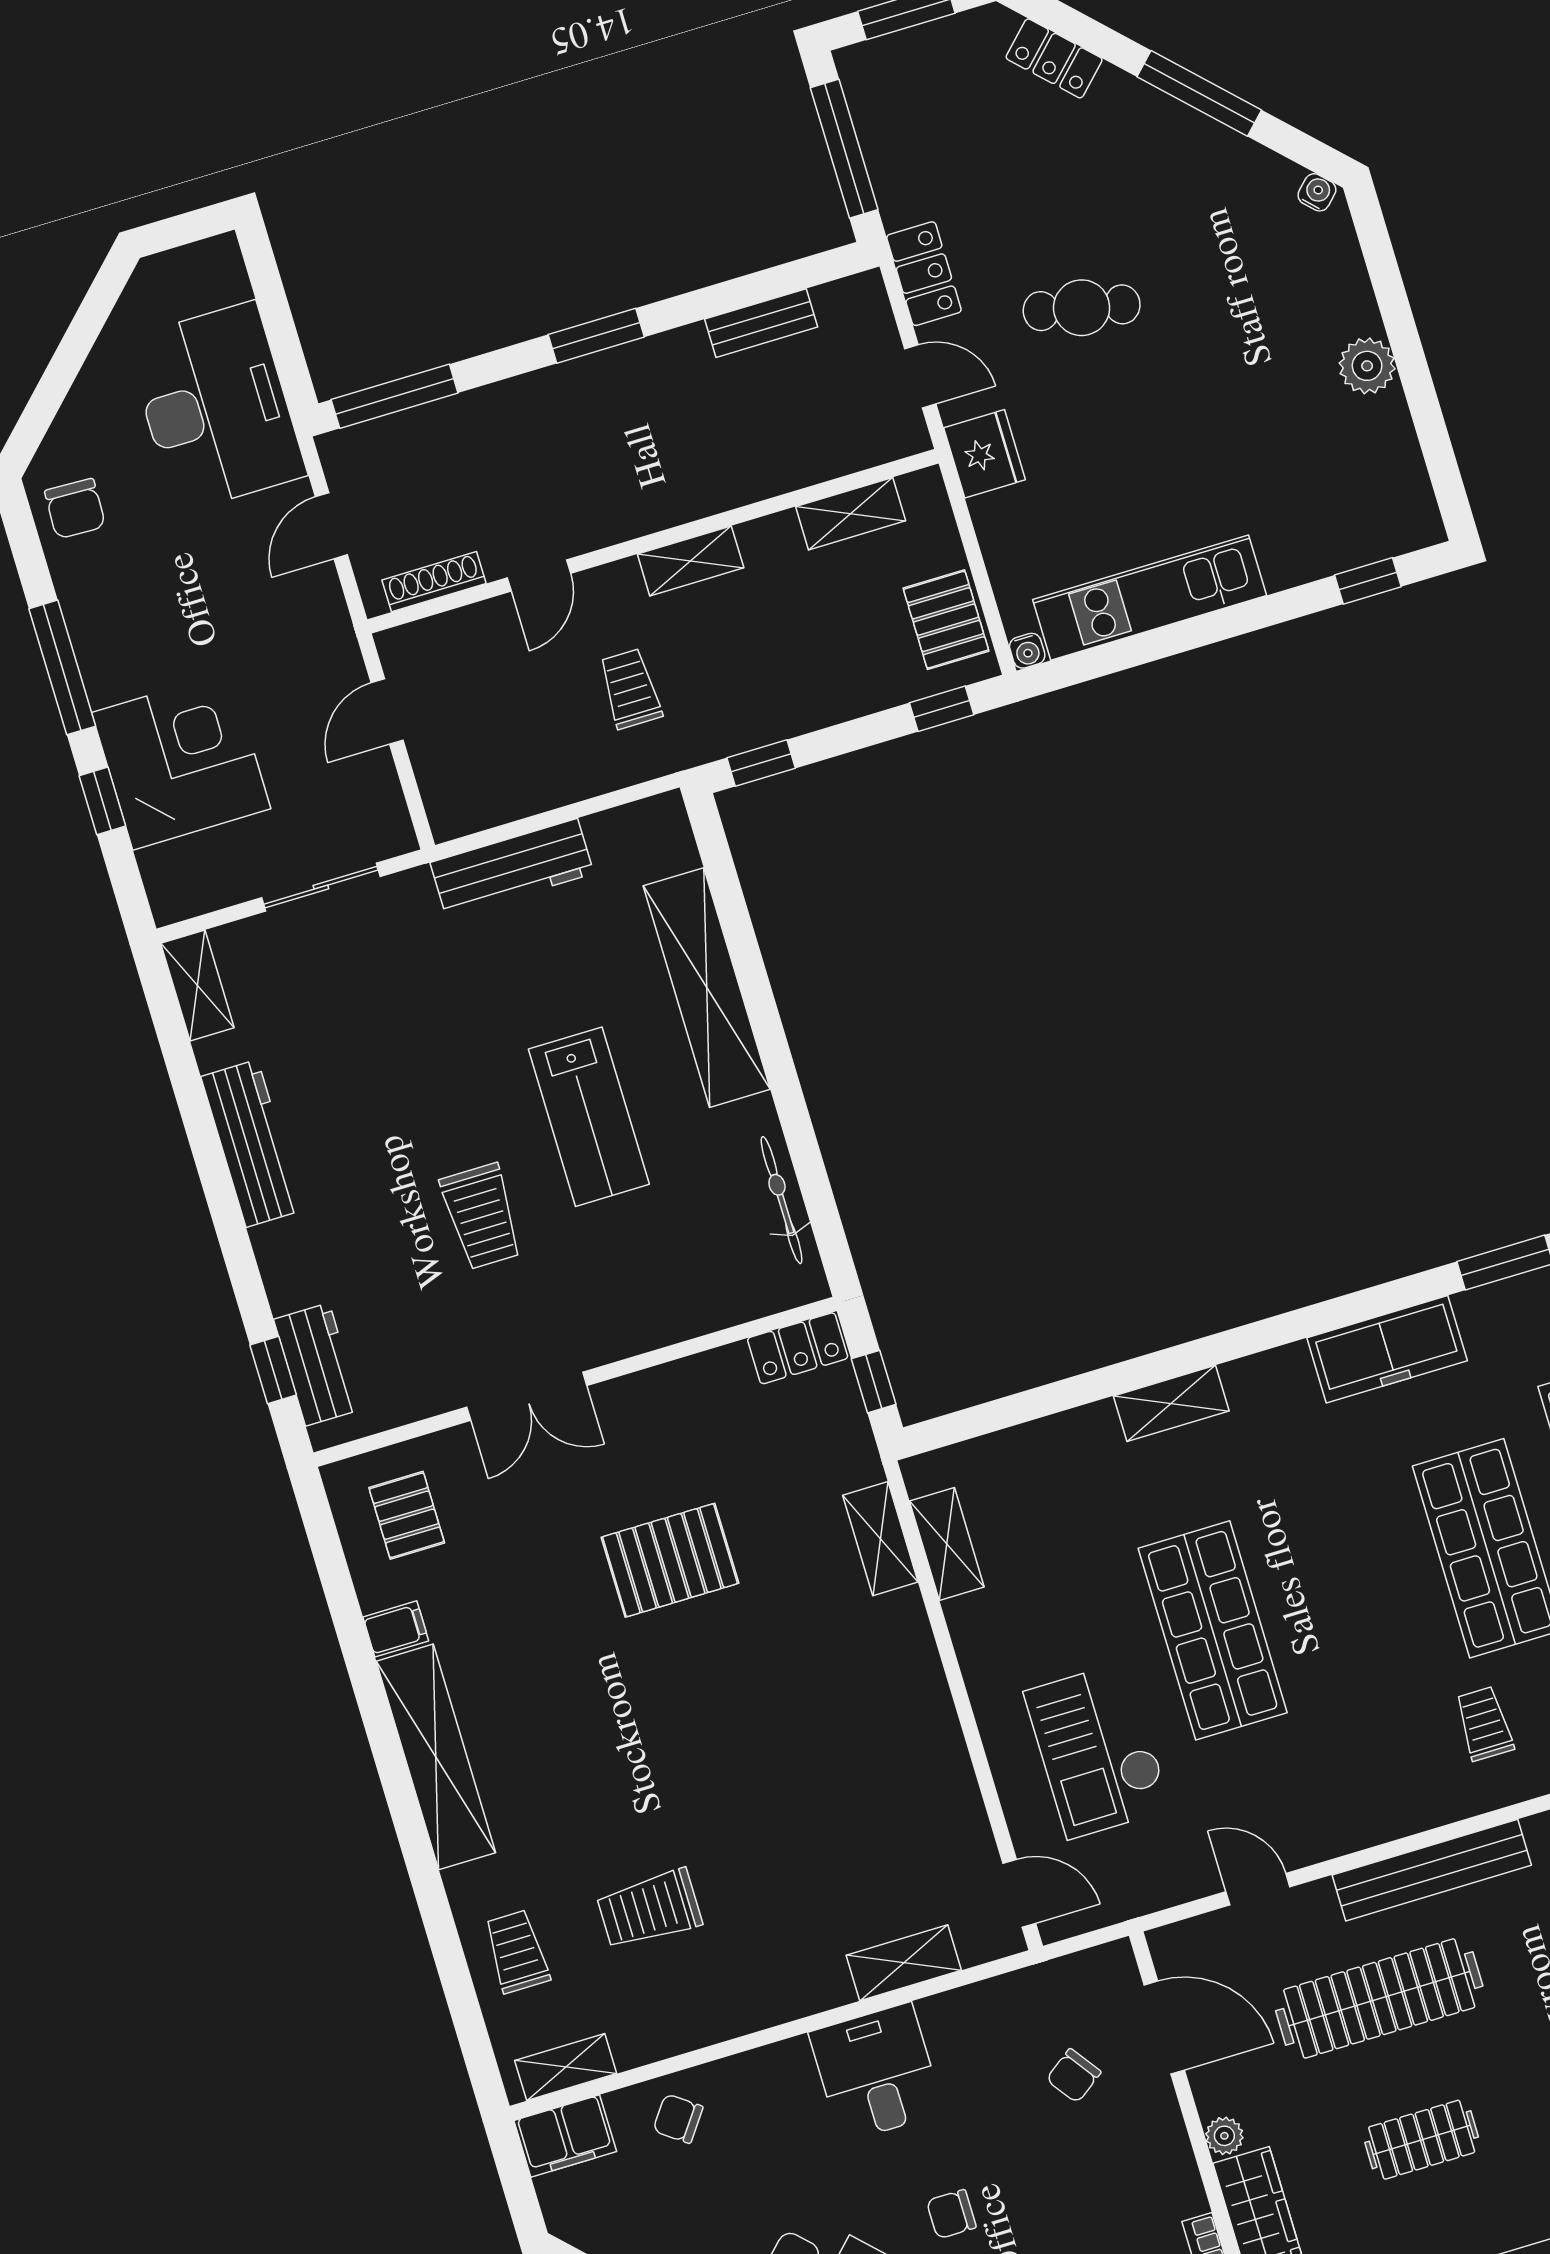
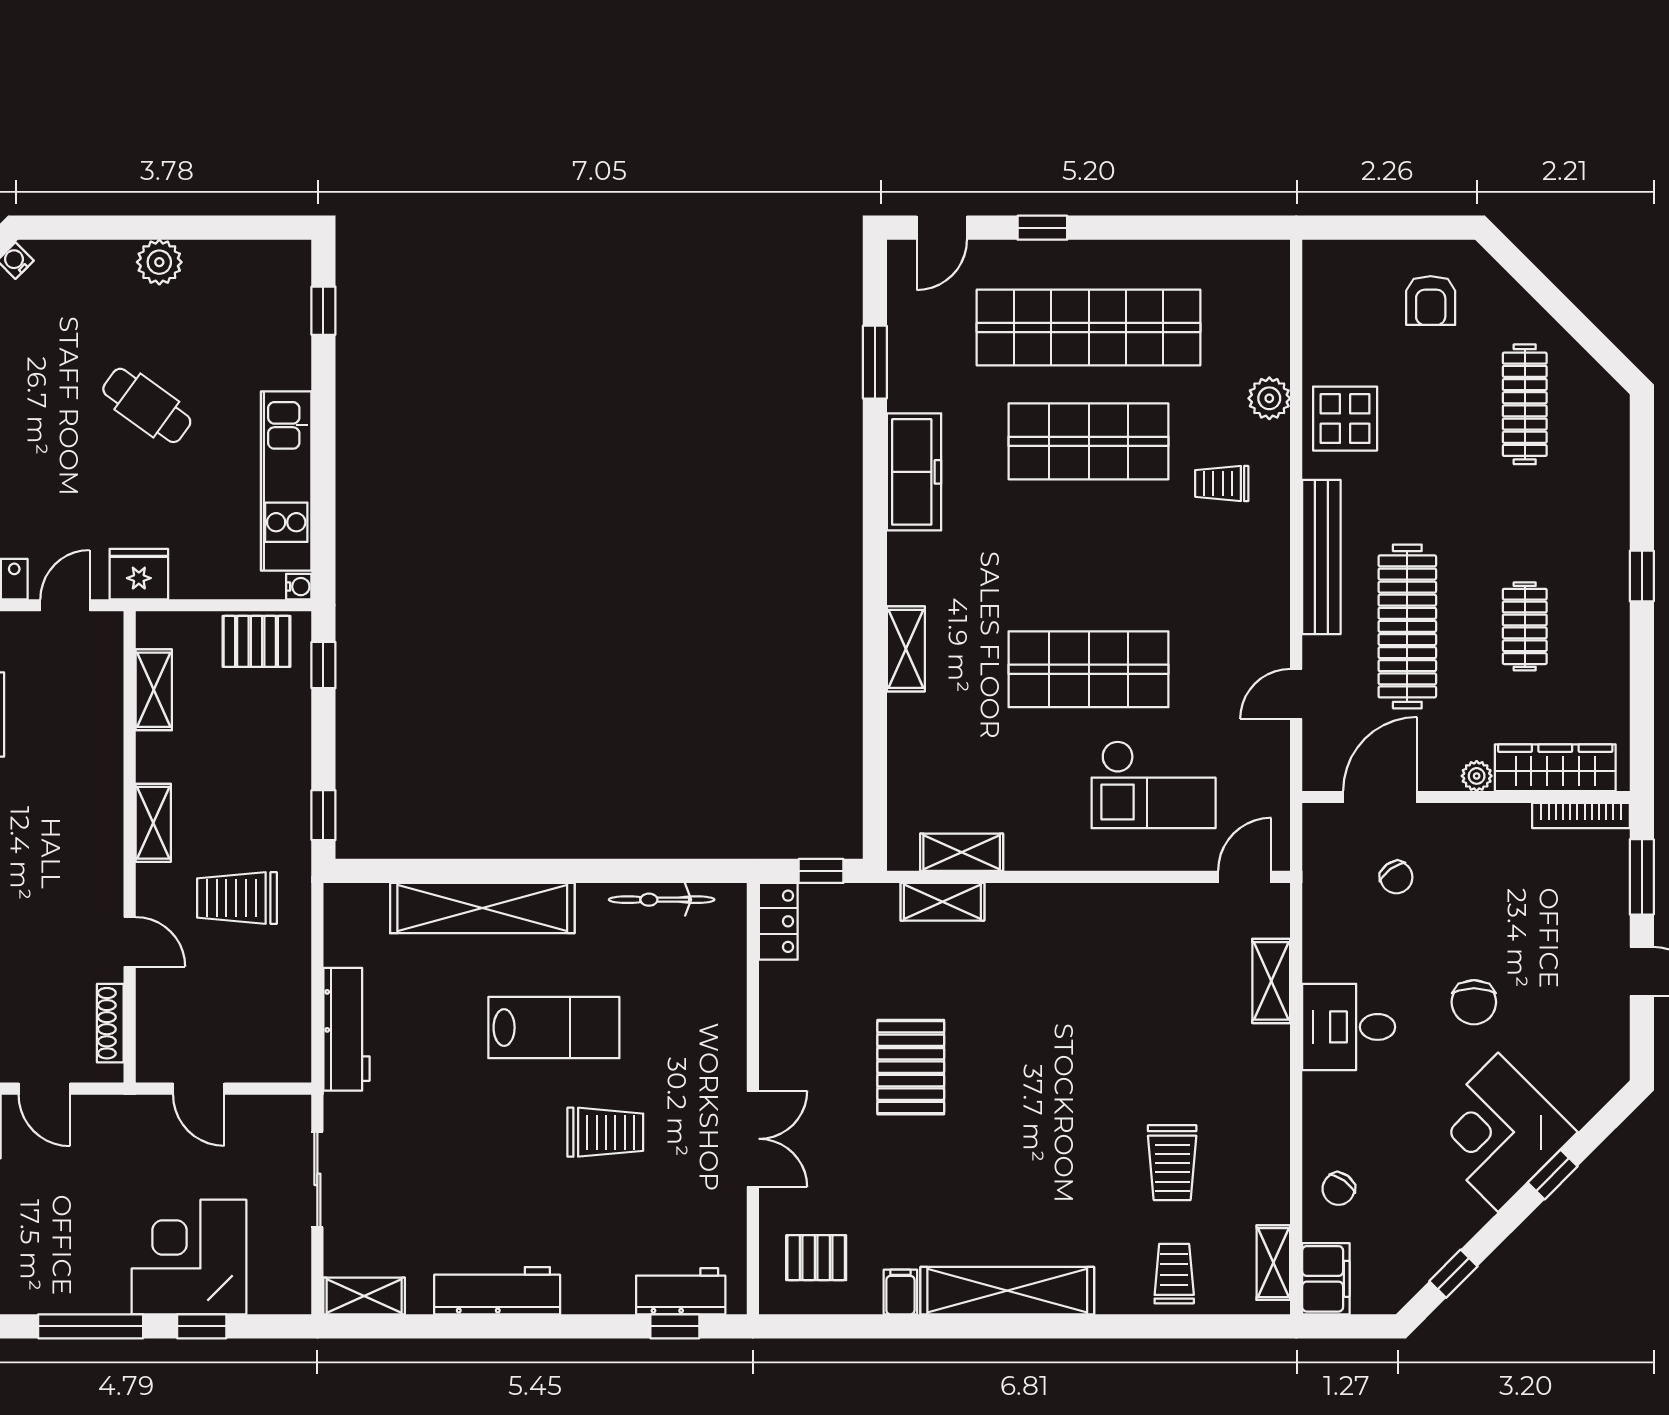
cafe table: (1082, 308) -> (147, 405), moved, turned -66
trolley: (630, 689) -> (237, 898), width x1.36, depth x1.39
trolley: (517, 1952) -> (1174, 1274), turned 90
chair: (951, 2214) -> (1474, 1002), width x1.37, depth x1.37

